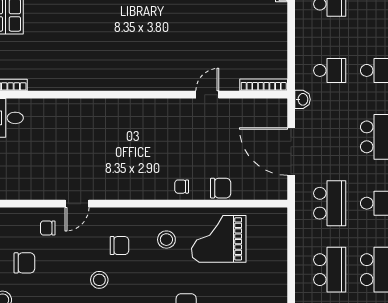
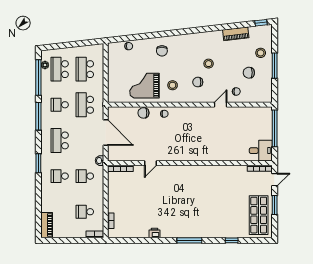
grand piano: (219, 239) -> (144, 86), turned 180

